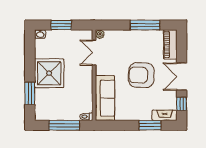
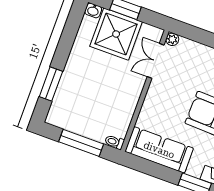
shower: (49, 73) -> (116, 34), moved
sofa: (105, 98) -> (159, 150), moved, turned -90

